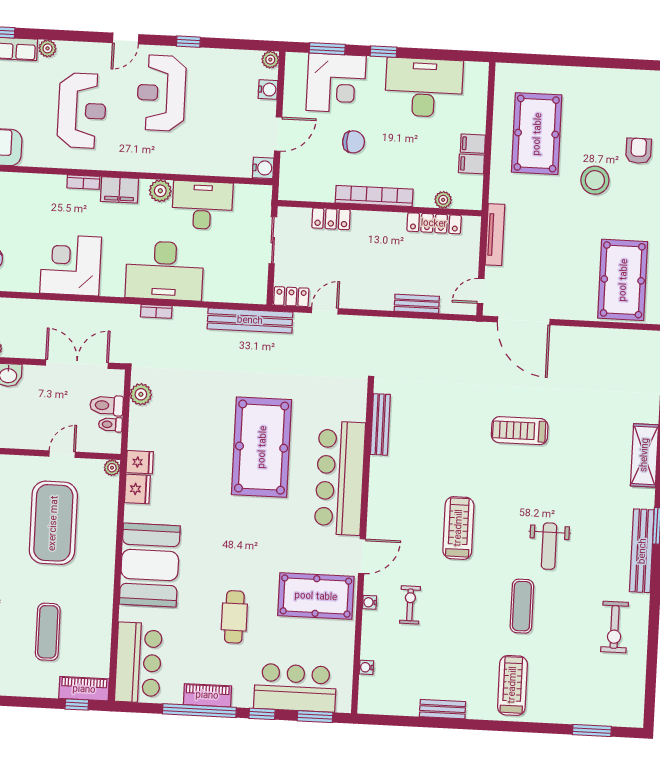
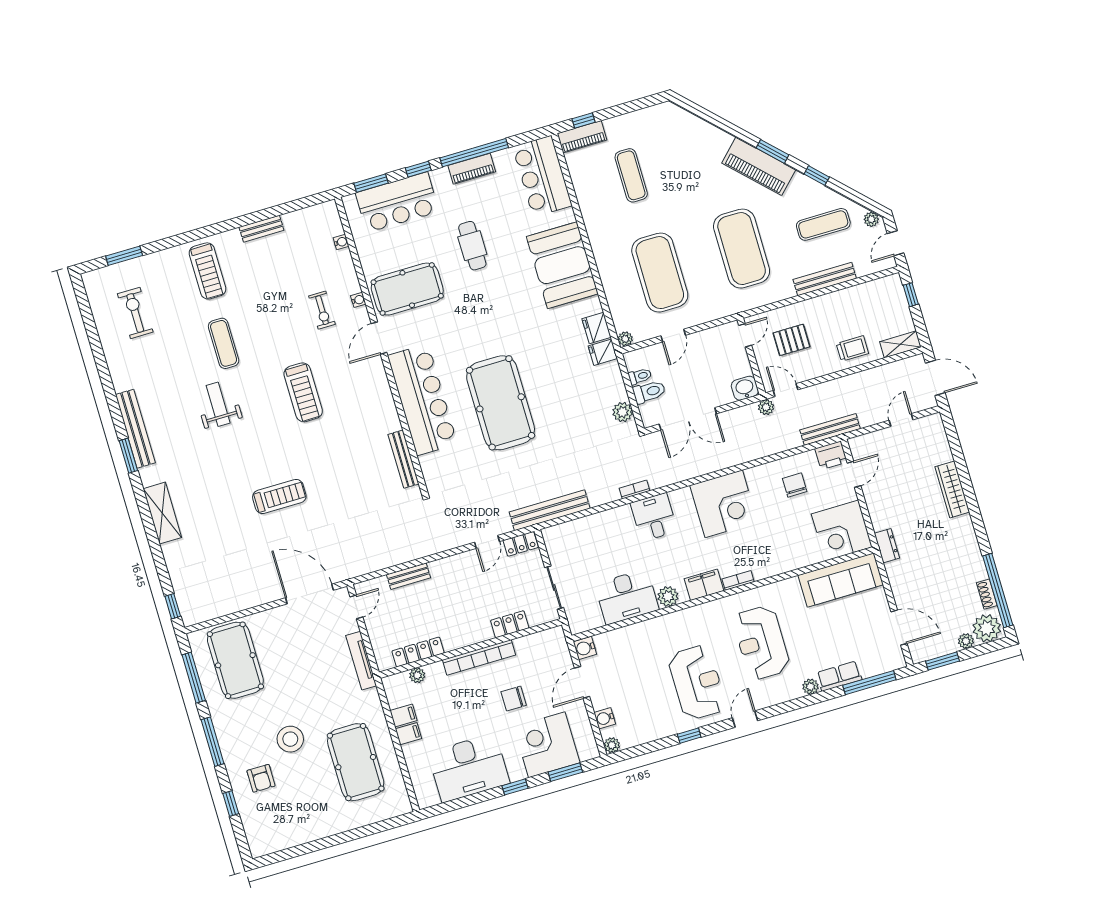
desk: (165, 271) -> (654, 517), width x0.53, depth x0.77
exercise bike: (615, 627) -> (135, 313), moved

